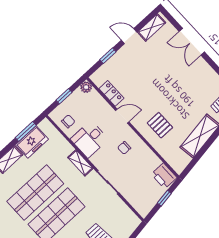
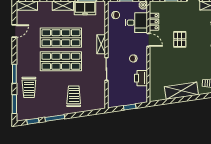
pallet: (160, 125) -> (180, 39), moved
desk: (89, 139) -> (137, 23), moved, turned 180
printer: (164, 176) -> (141, 78), moved

